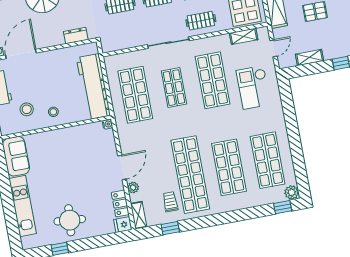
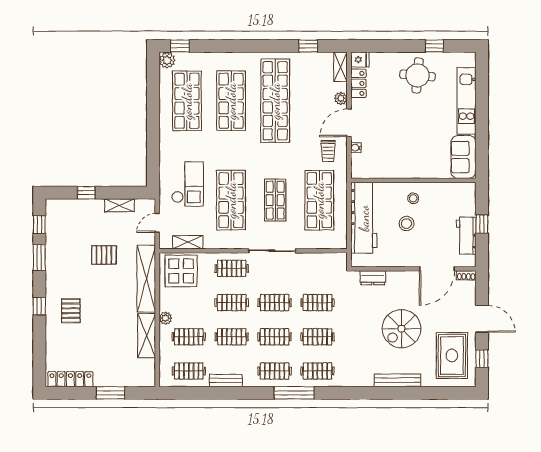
stool: (27, 109) -> (406, 224), moved
water cooler: (108, 124) -> (356, 148), moved
trolley: (170, 202) -> (328, 151), moved

